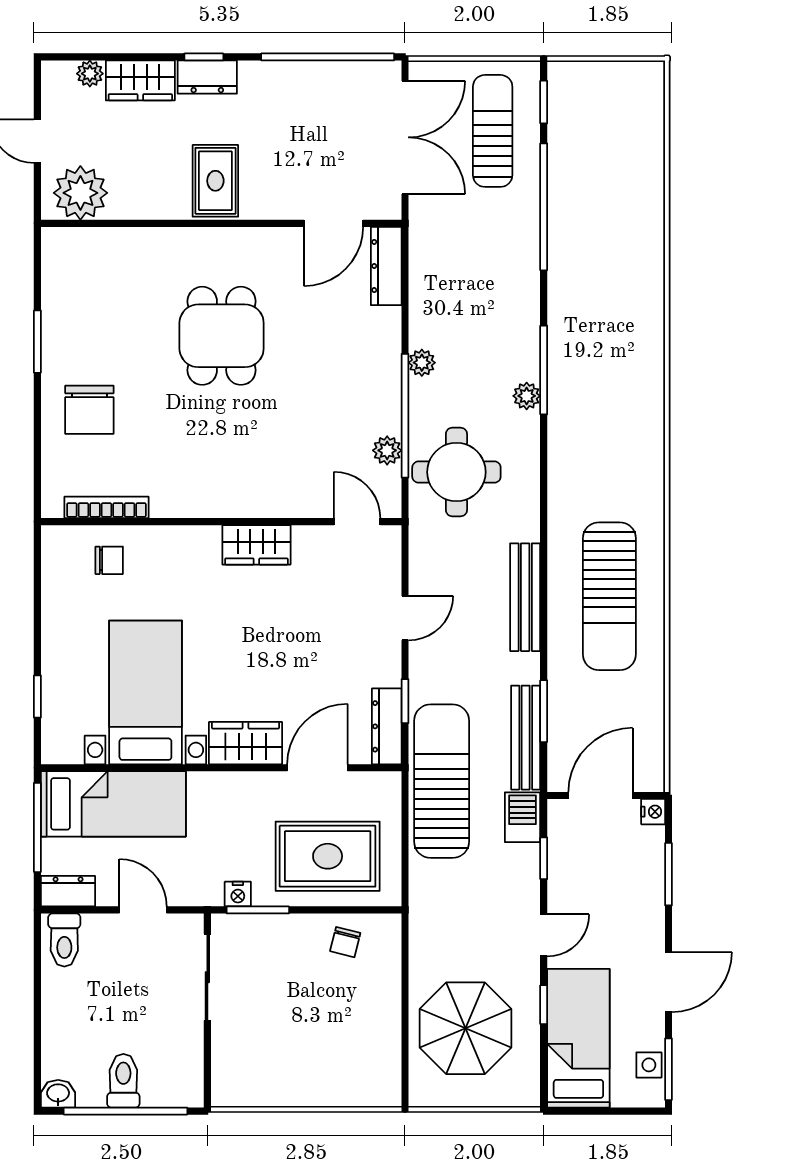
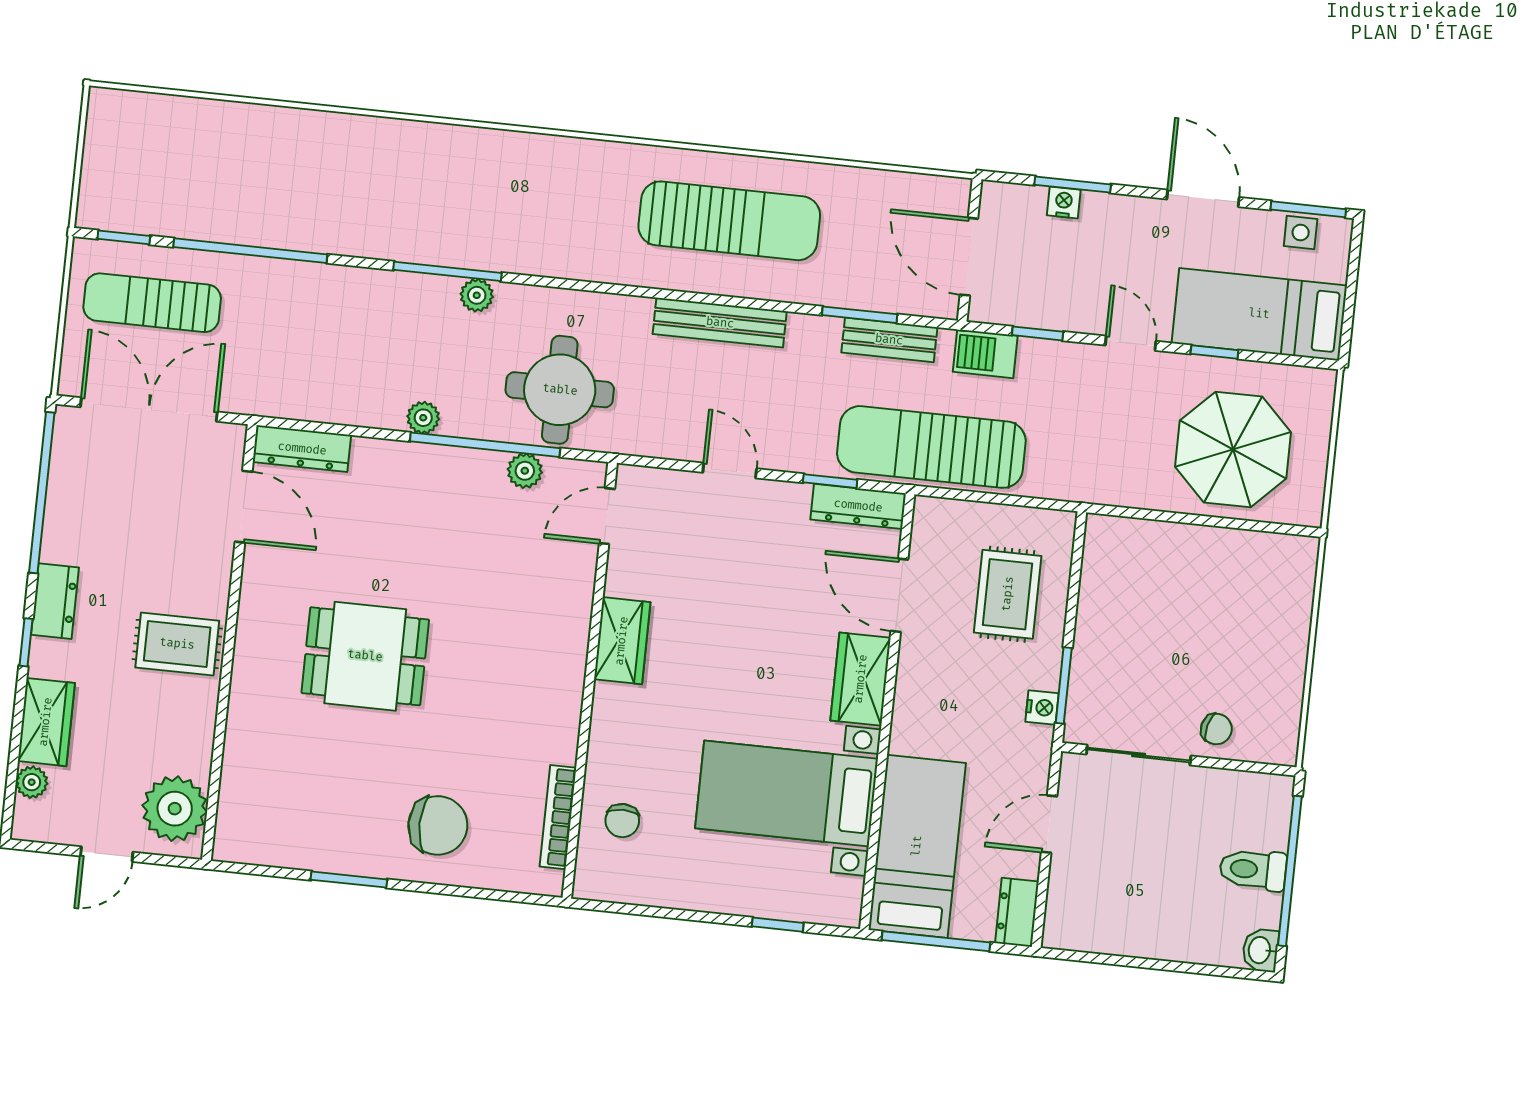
dresser: (207, 77) -> (55, 601), moved
chair: (109, 560) -> (622, 821), turned 180
bench: (526, 738) -> (889, 340), width x0.73
nightstand: (653, 812) -> (1064, 202), moved
rug: (328, 856) -> (1008, 594), width x0.73, depth x0.70
toilet: (64, 940) -> (1075, 923), removed
chair: (345, 942) -> (1216, 729), moved

